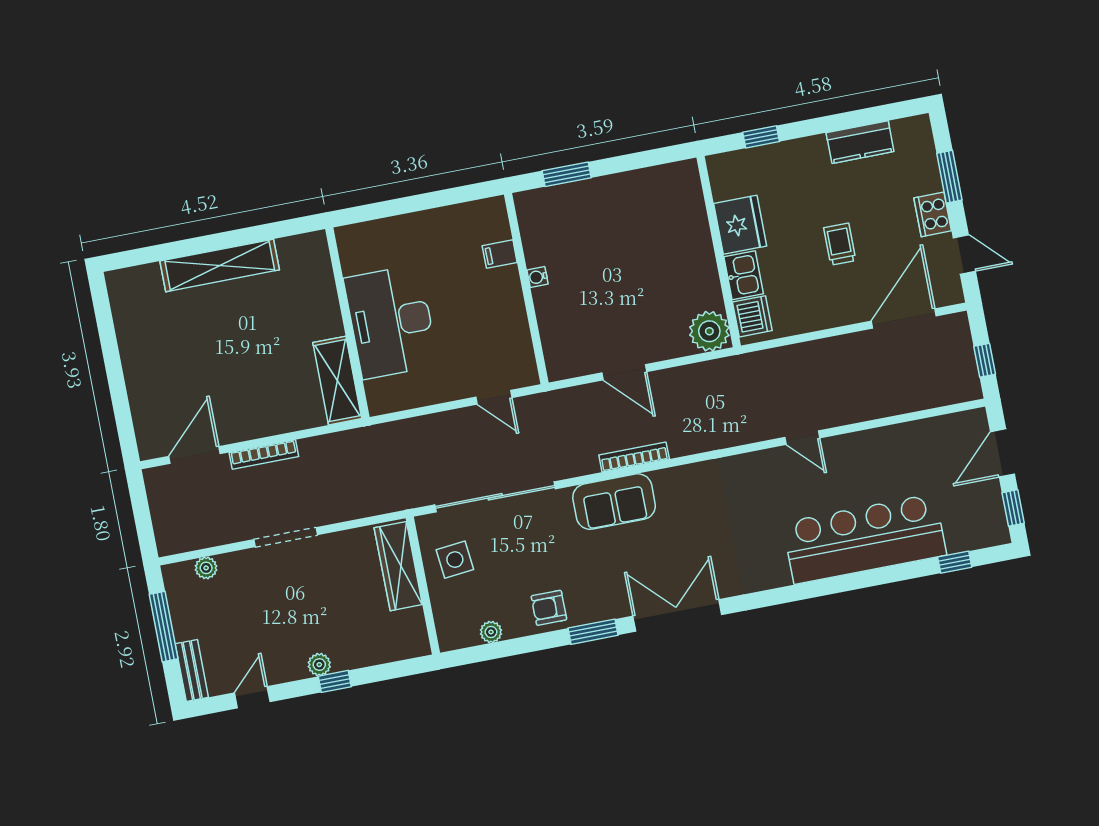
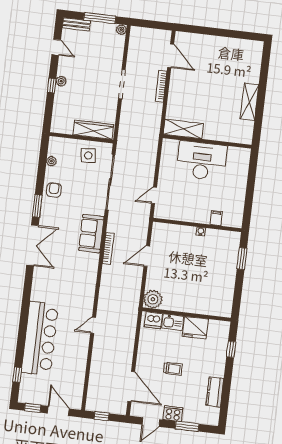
shelving: (220, 265) -> (249, 102), width x0.68
plant: (206, 568) -> (121, 30), moved

